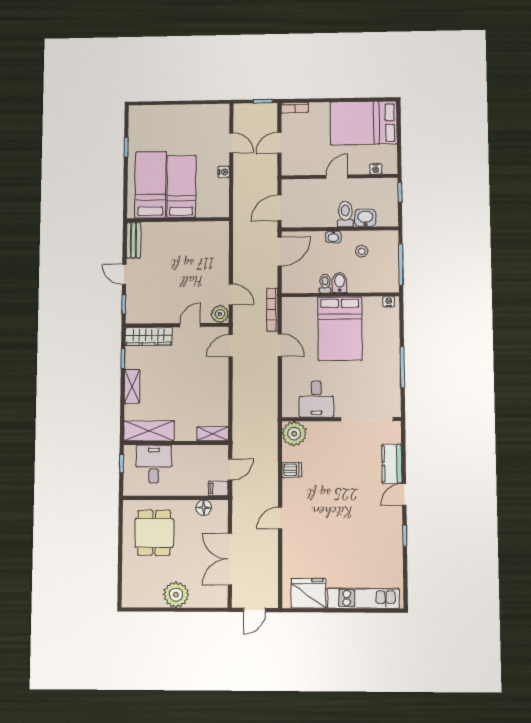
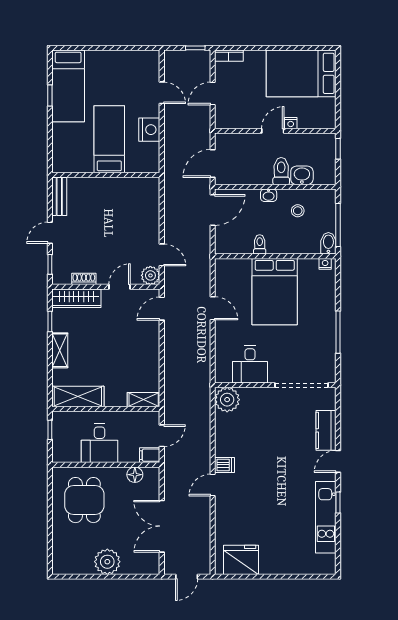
nightstand: (376, 169) -> (291, 123), moved
nightstand: (224, 172) -> (149, 130), width x1.89, depth x1.79
bed: (151, 185) -> (68, 86), moved, turned 180
door: (124, 274) -> (50, 233), hinge flipped
bidet: (340, 282) -> (328, 243), moved
bookcase: (272, 310) -> (205, 271), removed
shoe rack: (156, 318) -> (84, 279), added
desk: (154, 464) -> (100, 443), moved, turned 180
dishwasher: (292, 470) -> (225, 465), moved
kitchen unit: (363, 598) -> (326, 517), moved, turned -90

